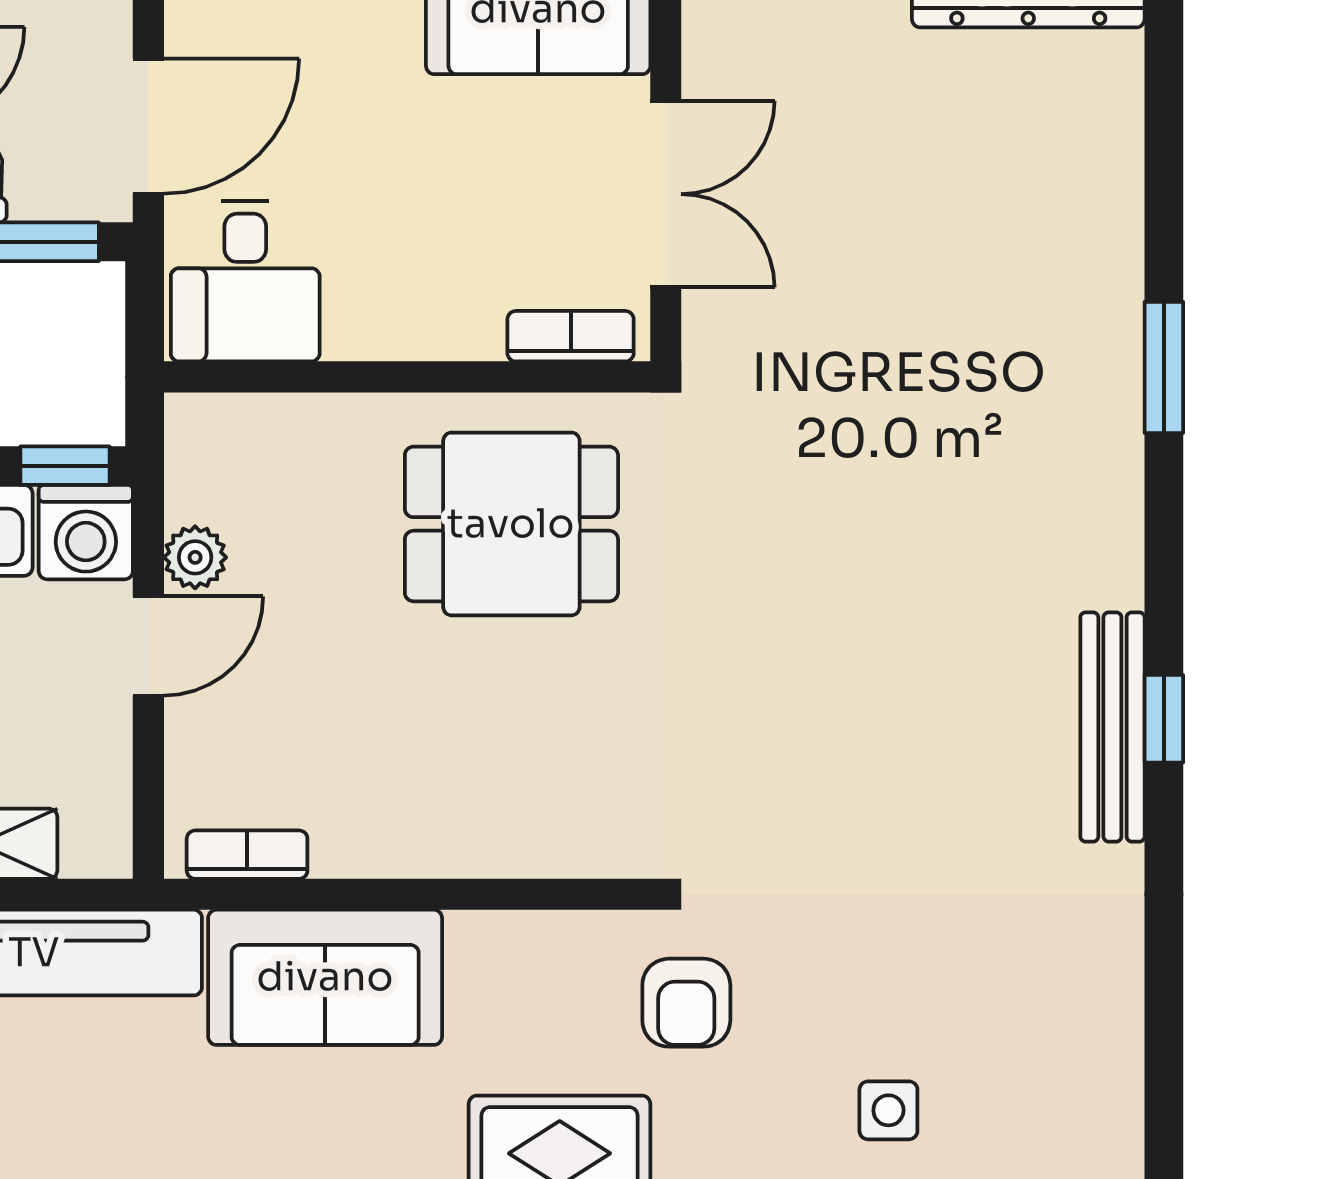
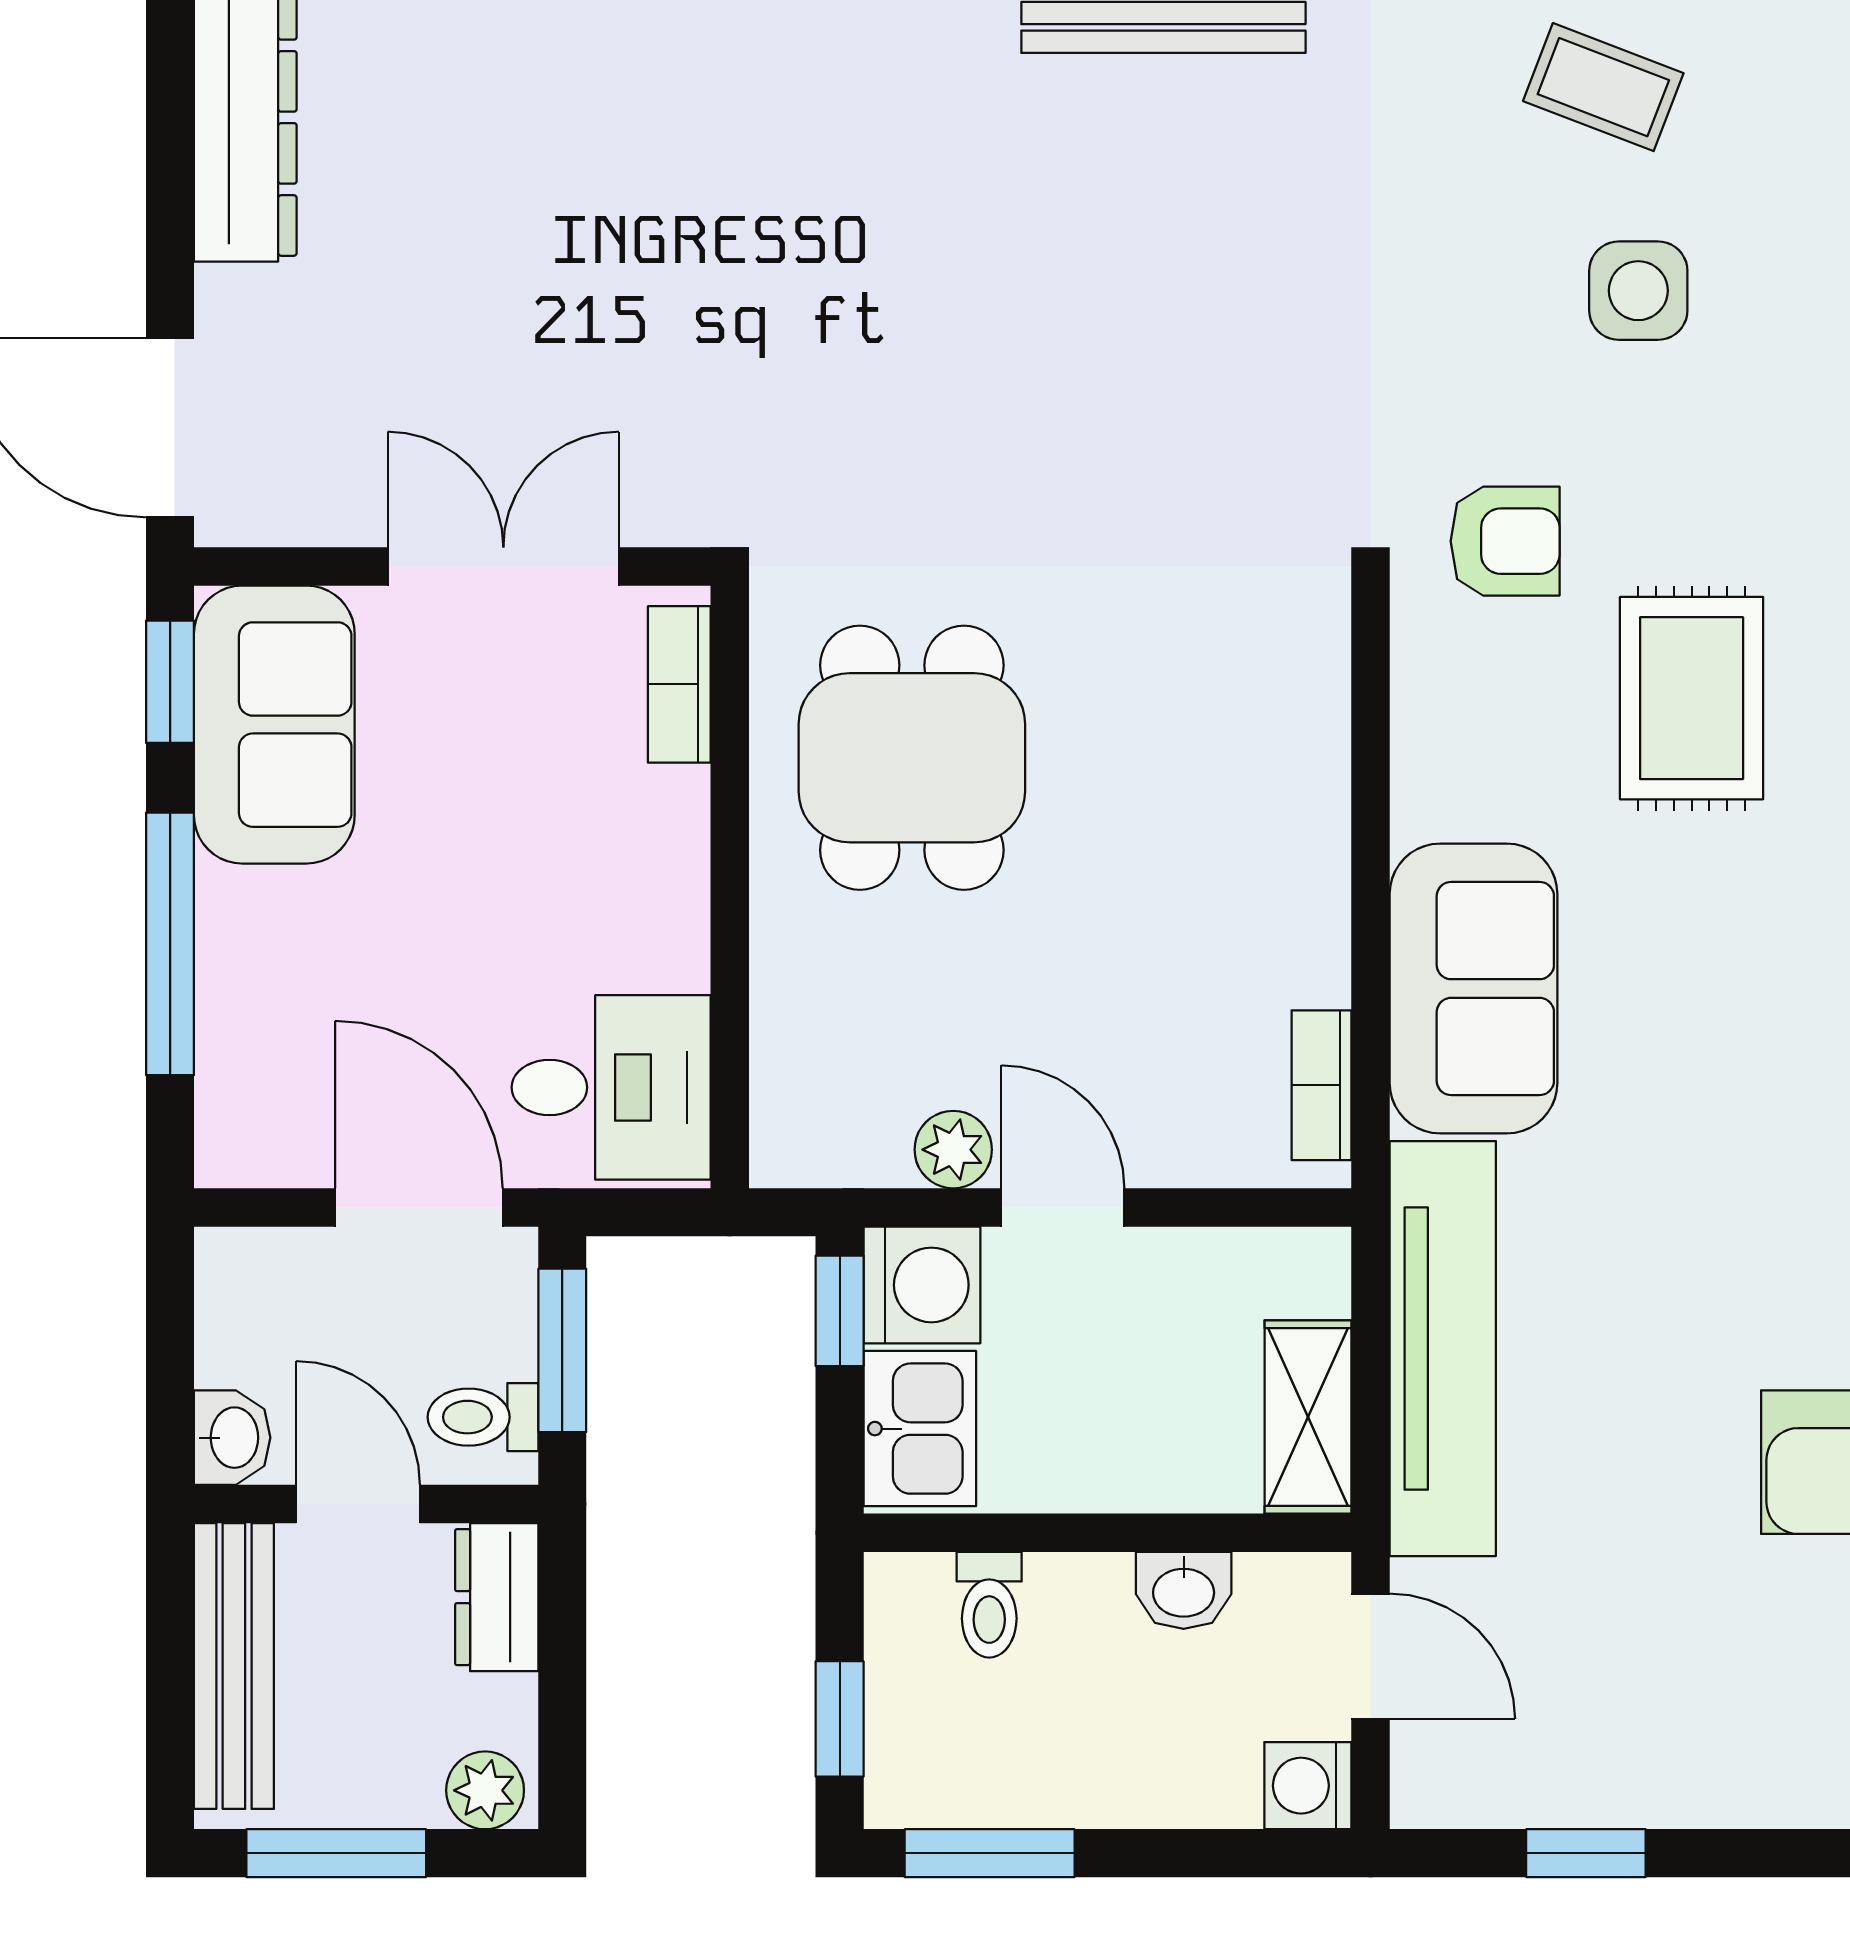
coffee table: (1053, 1082) -> (1603, 87), added
side table: (888, 1110) -> (1638, 291), width x1.37, depth x1.37

